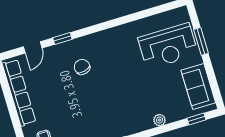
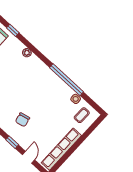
door: (33, 47) -> (29, 157), hinge flipped

